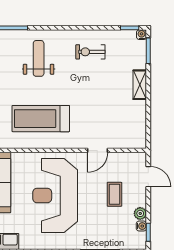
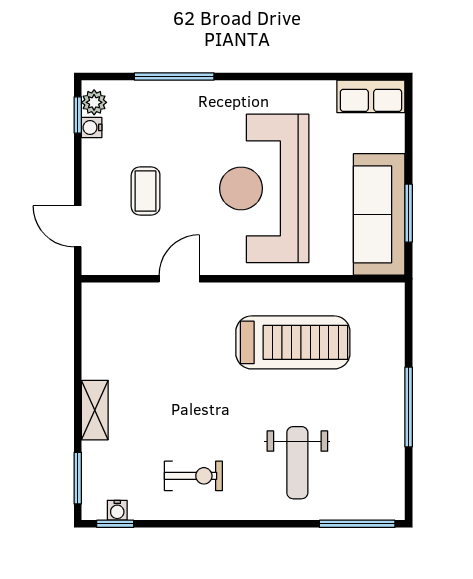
water cooler: (142, 35) -> (117, 510), moved
reception desk: (55, 196) -> (264, 188), turned 180
plant: (140, 213) -> (94, 102), moved

